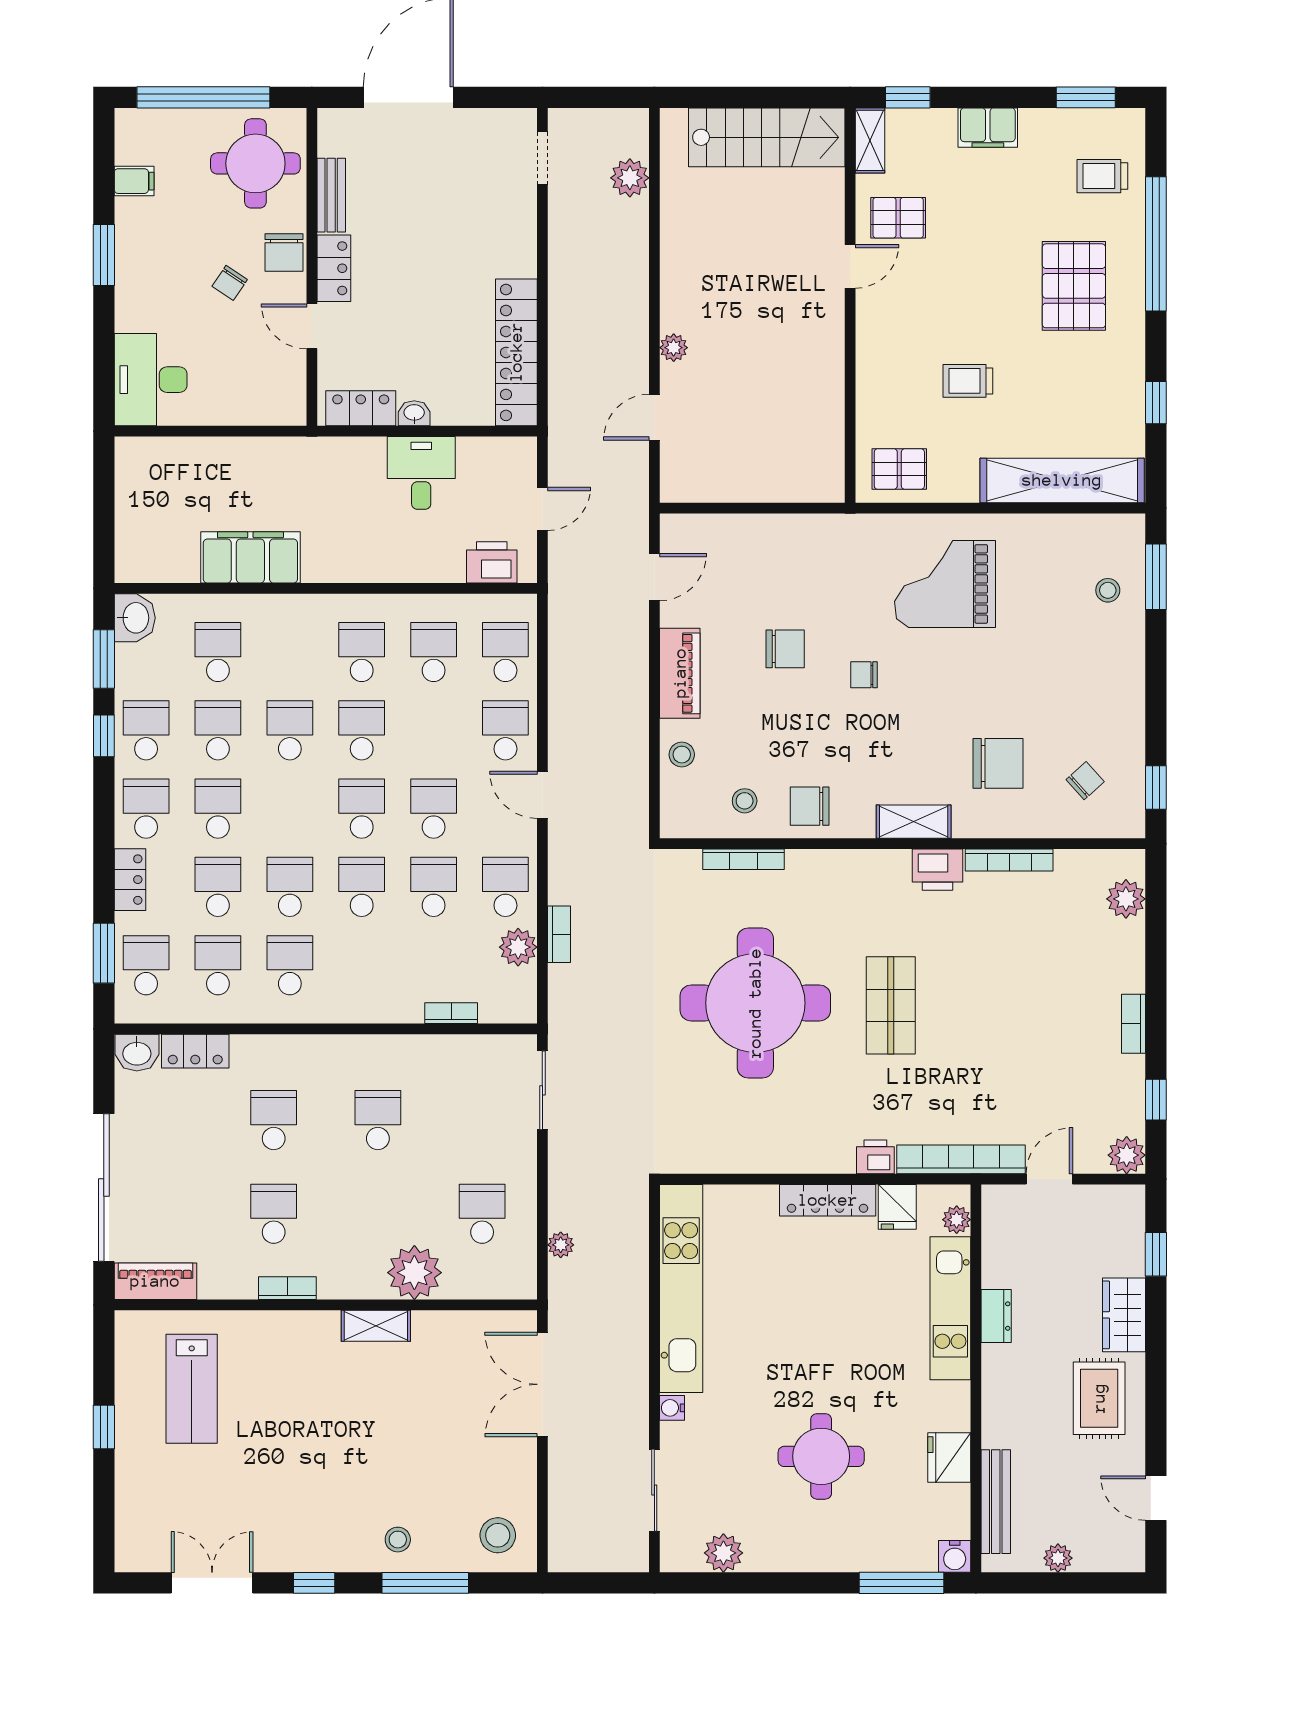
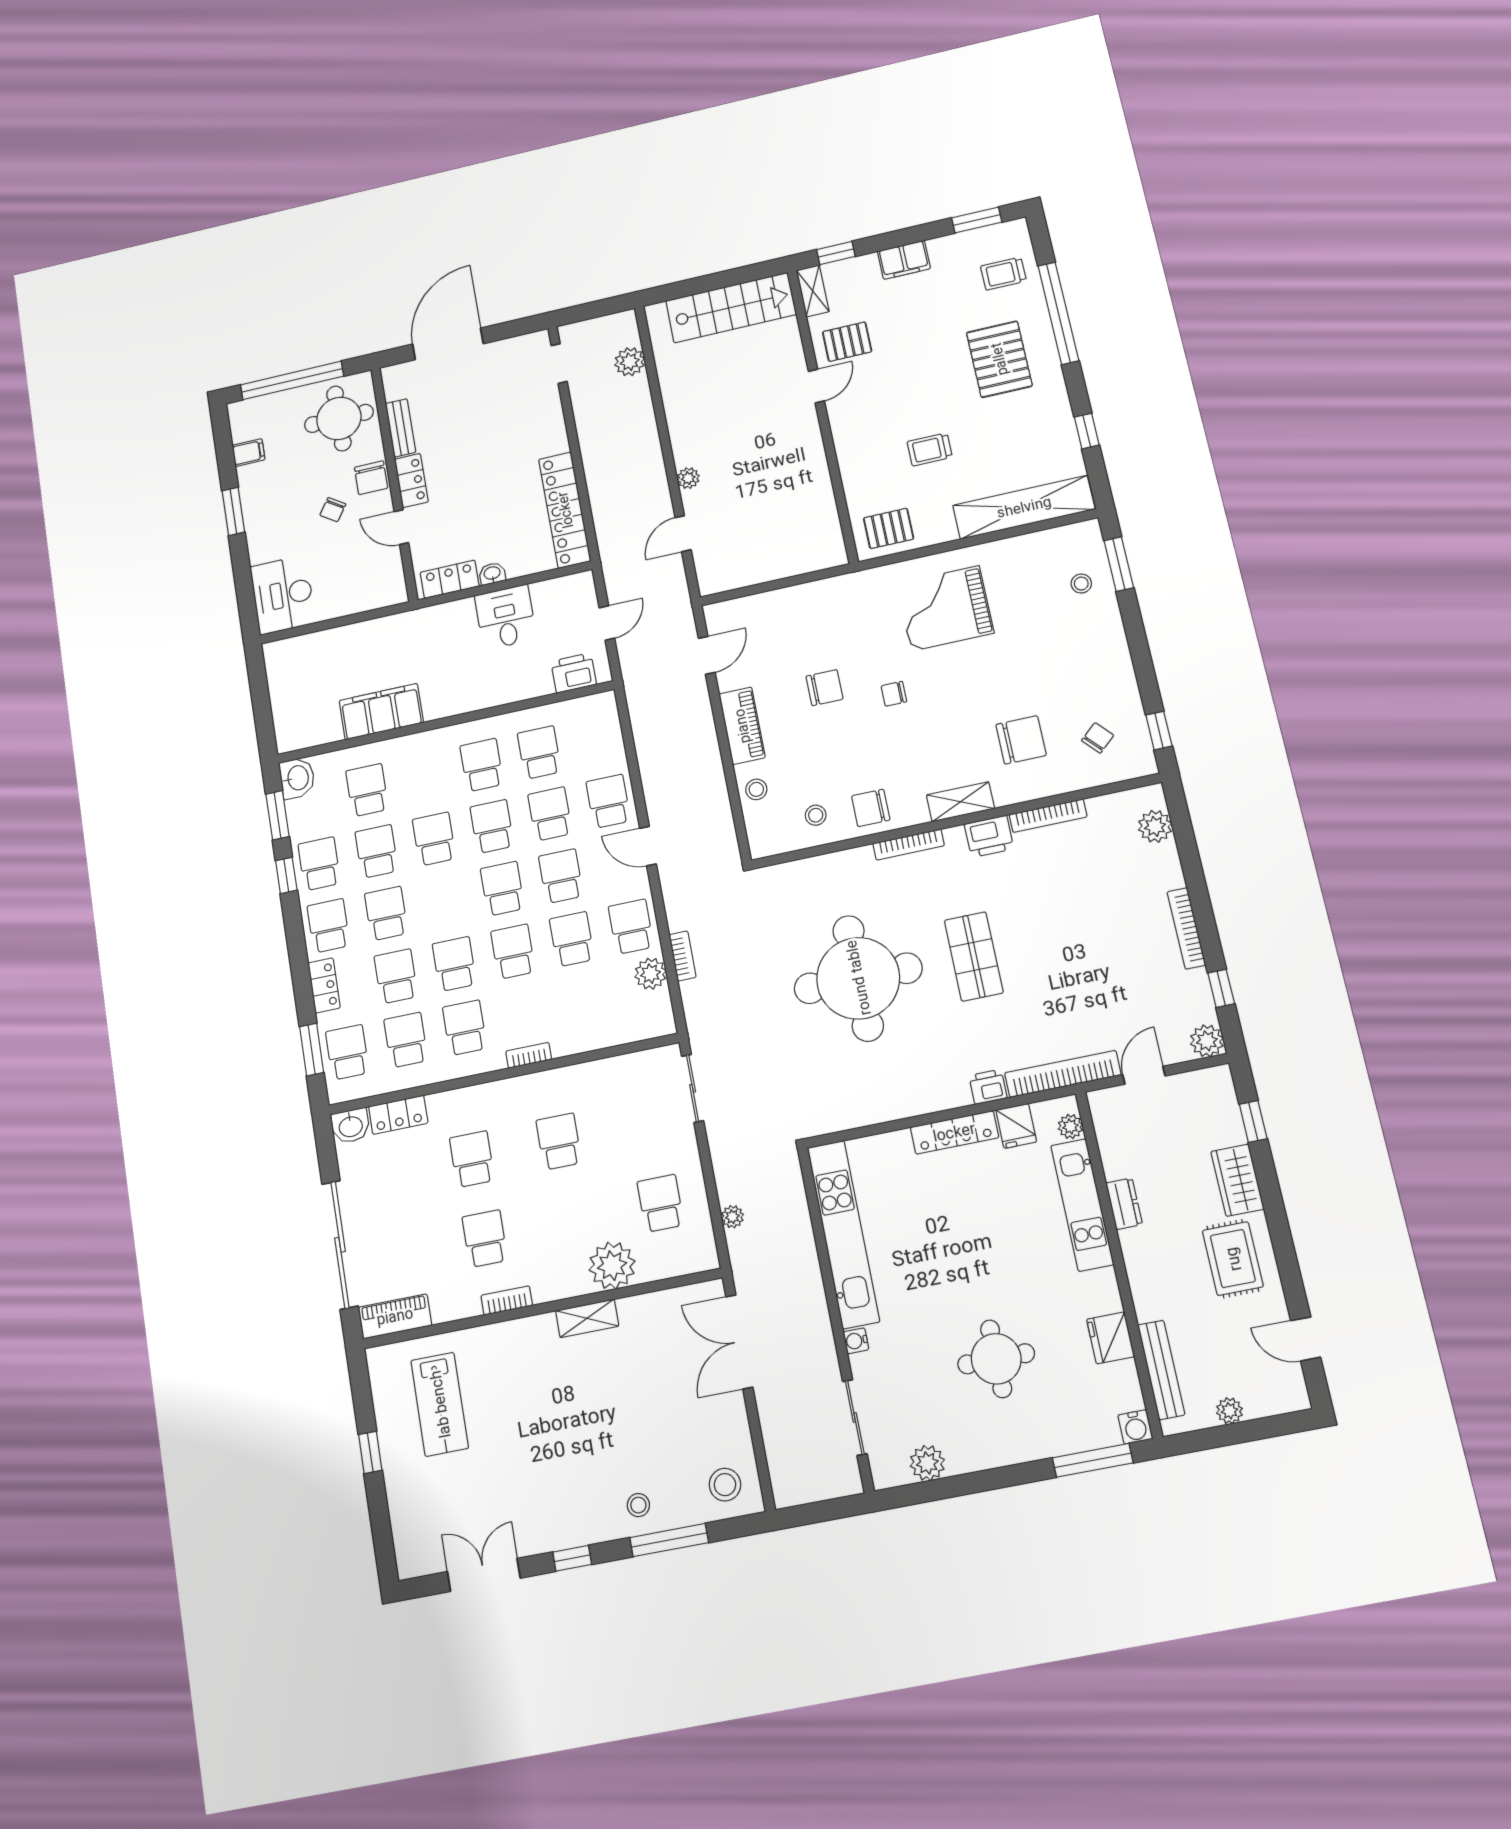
school desk: (505, 652) -> (550, 814), moved
bookcase: (744, 859) -> (909, 845), moved
bookcase: (451, 1013) -> (529, 1055), moved
bookcase: (1134, 1024) -> (1186, 928), width x1.56

